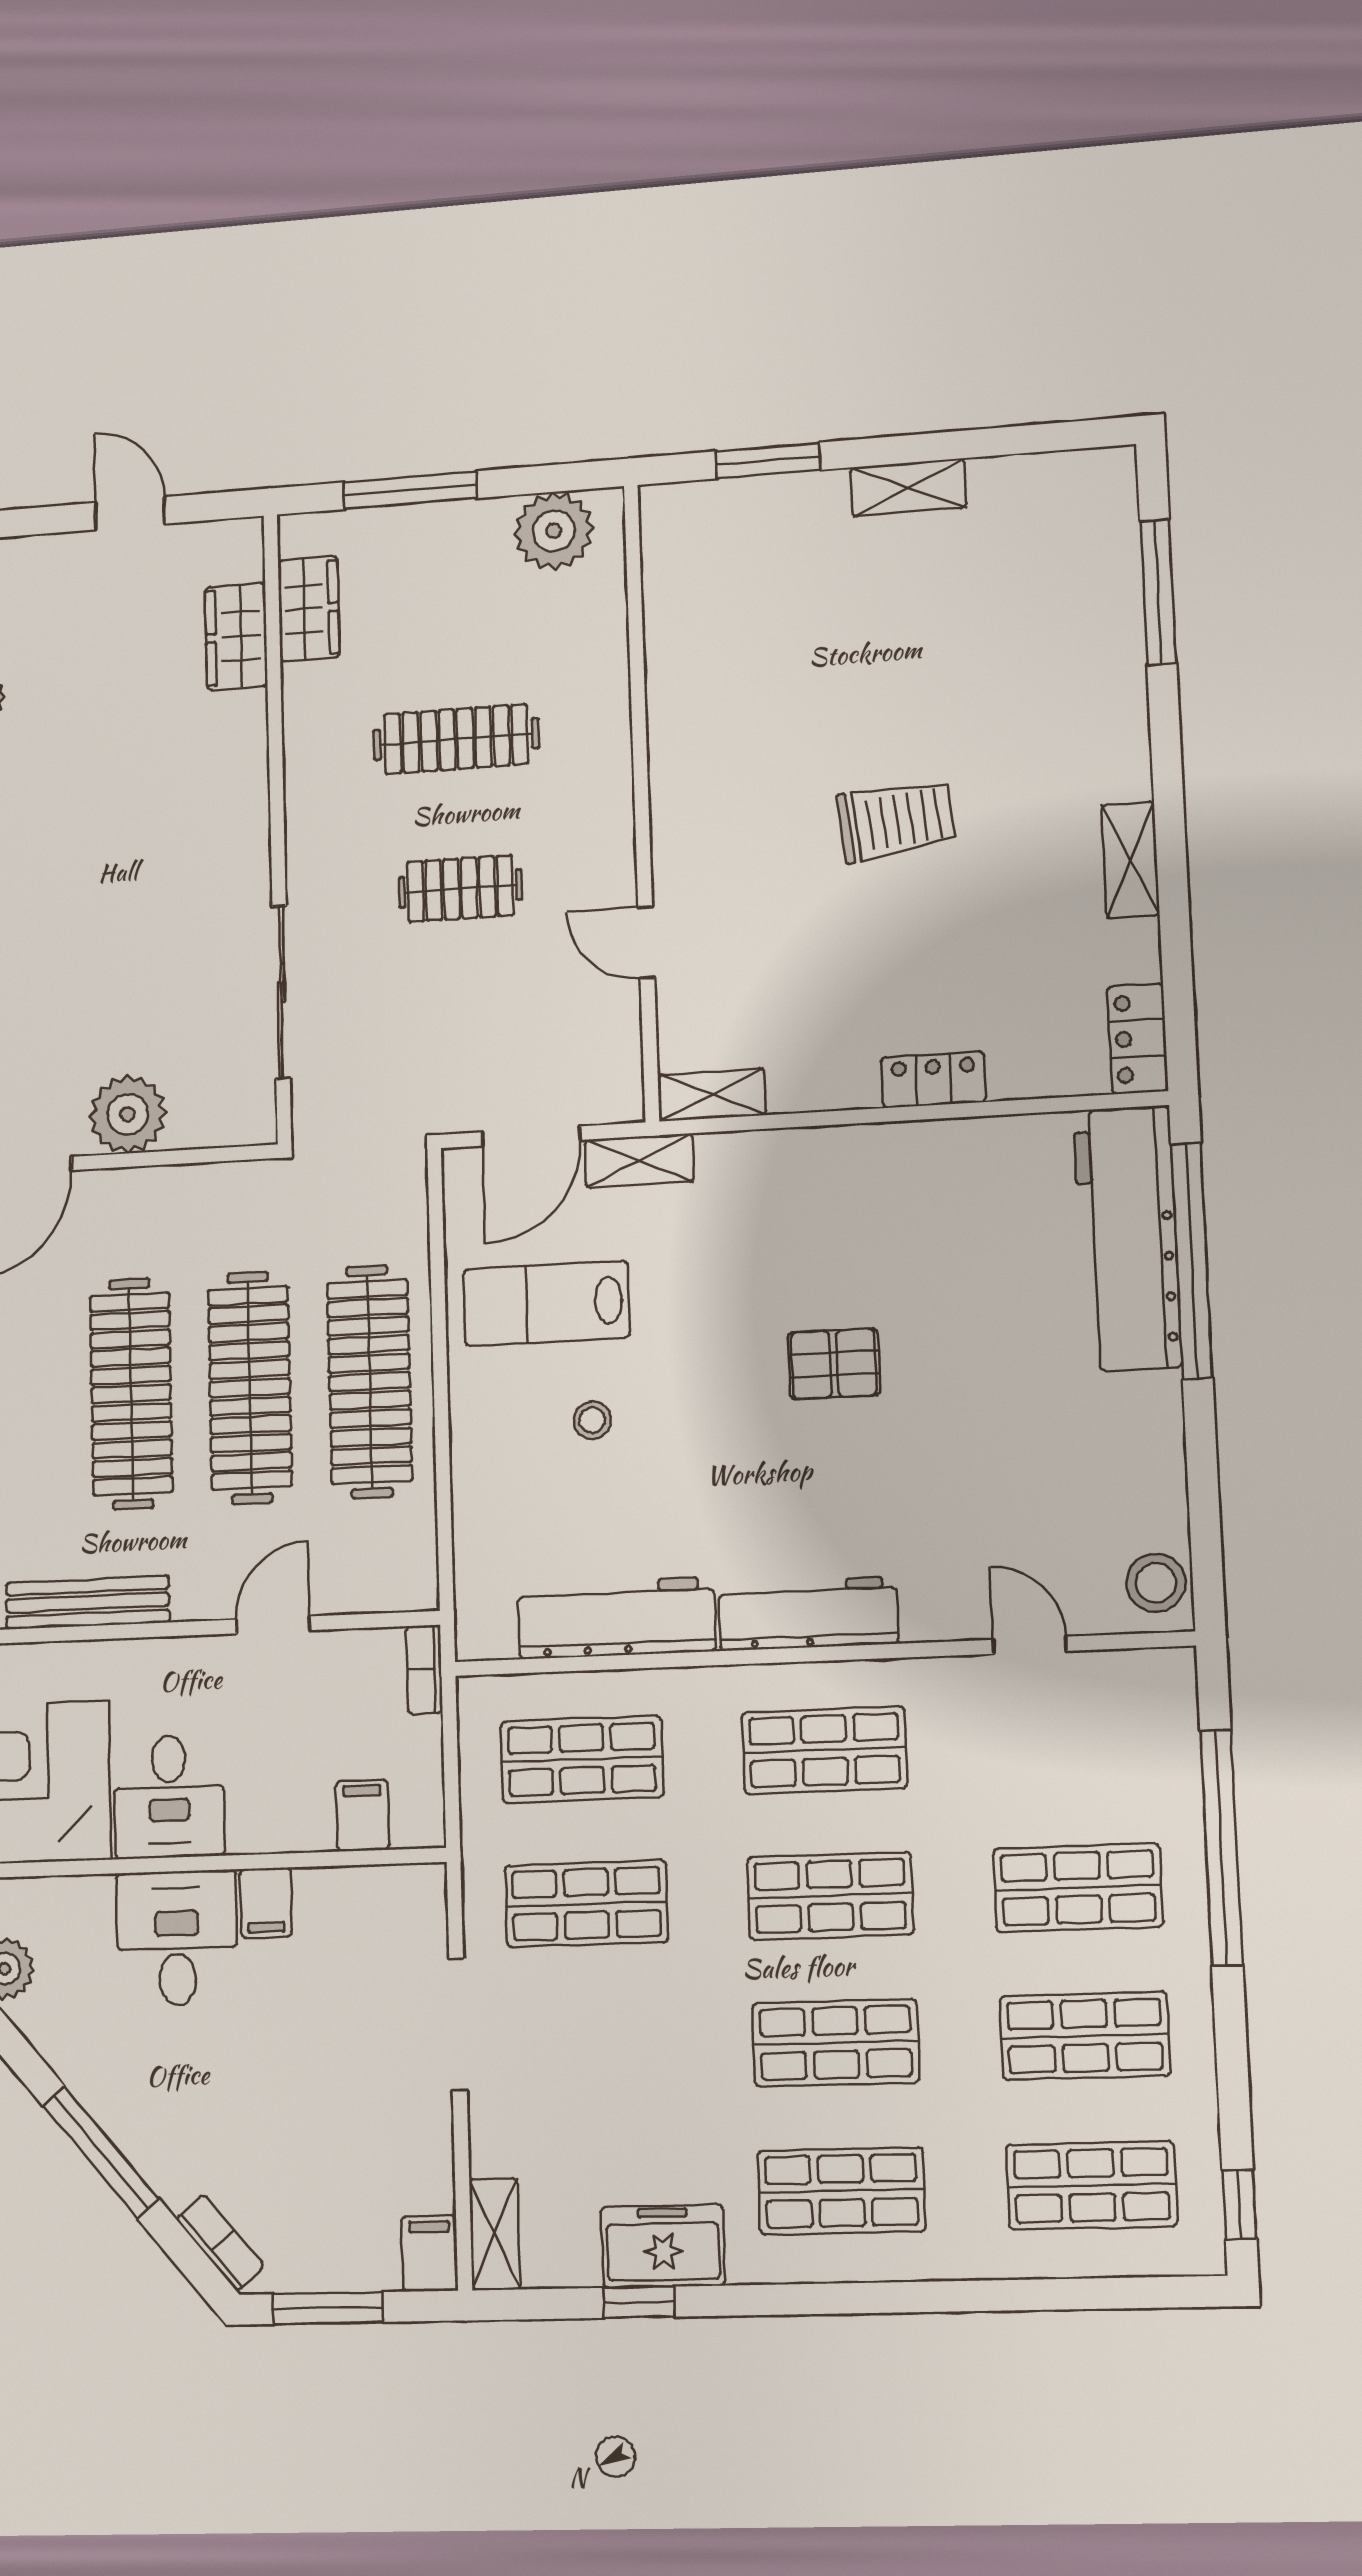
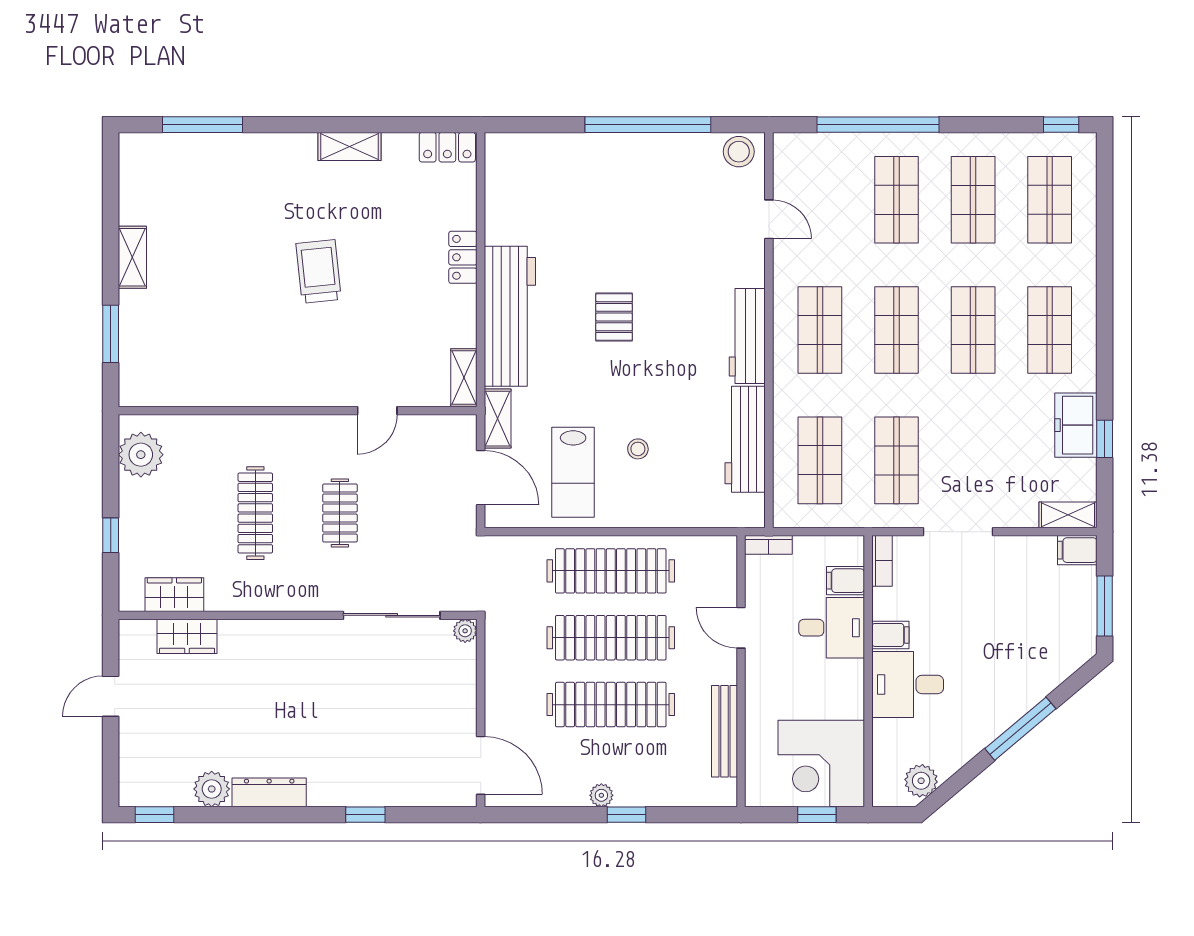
window: (410, 490) -> (111, 535), width x0.46
plant: (128, 1114) -> (465, 631), moved, width x0.53, depth x0.53
workbench: (1127, 1239) -> (510, 316), moved, turned -90
window: (1192, 1261) -> (648, 125), moved
door: (1030, 1645) -> (769, 219), swing flipped
desk: (169, 1797) -> (832, 628), moved
bookcase: (220, 2243) -> (882, 561), moved, turned 130

